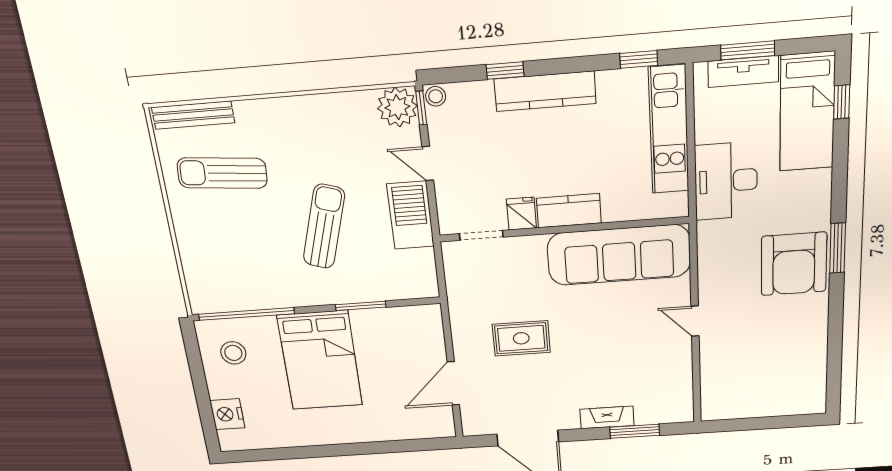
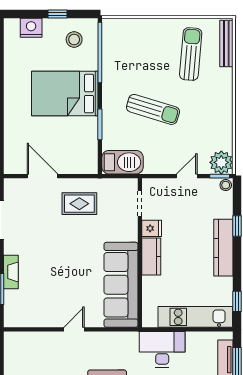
barbecue: (410, 215) -> (123, 162), moved
rug: (521, 338) -> (79, 204), moved, turned 90
window: (199, 379) -> (57, 14), added

